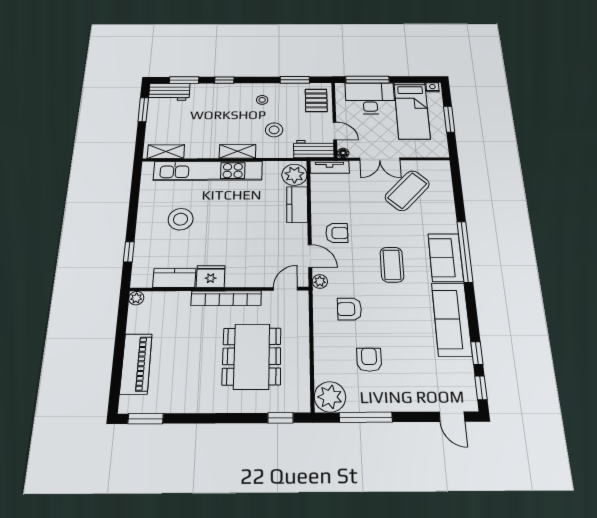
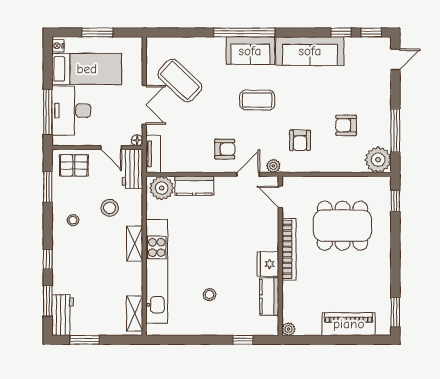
door: (335, 131) -> (111, 147), swing flipped
stool: (181, 219) -> (210, 295), width x0.53, depth x0.53
armchair: (337, 233) -> (225, 149), turned 90

